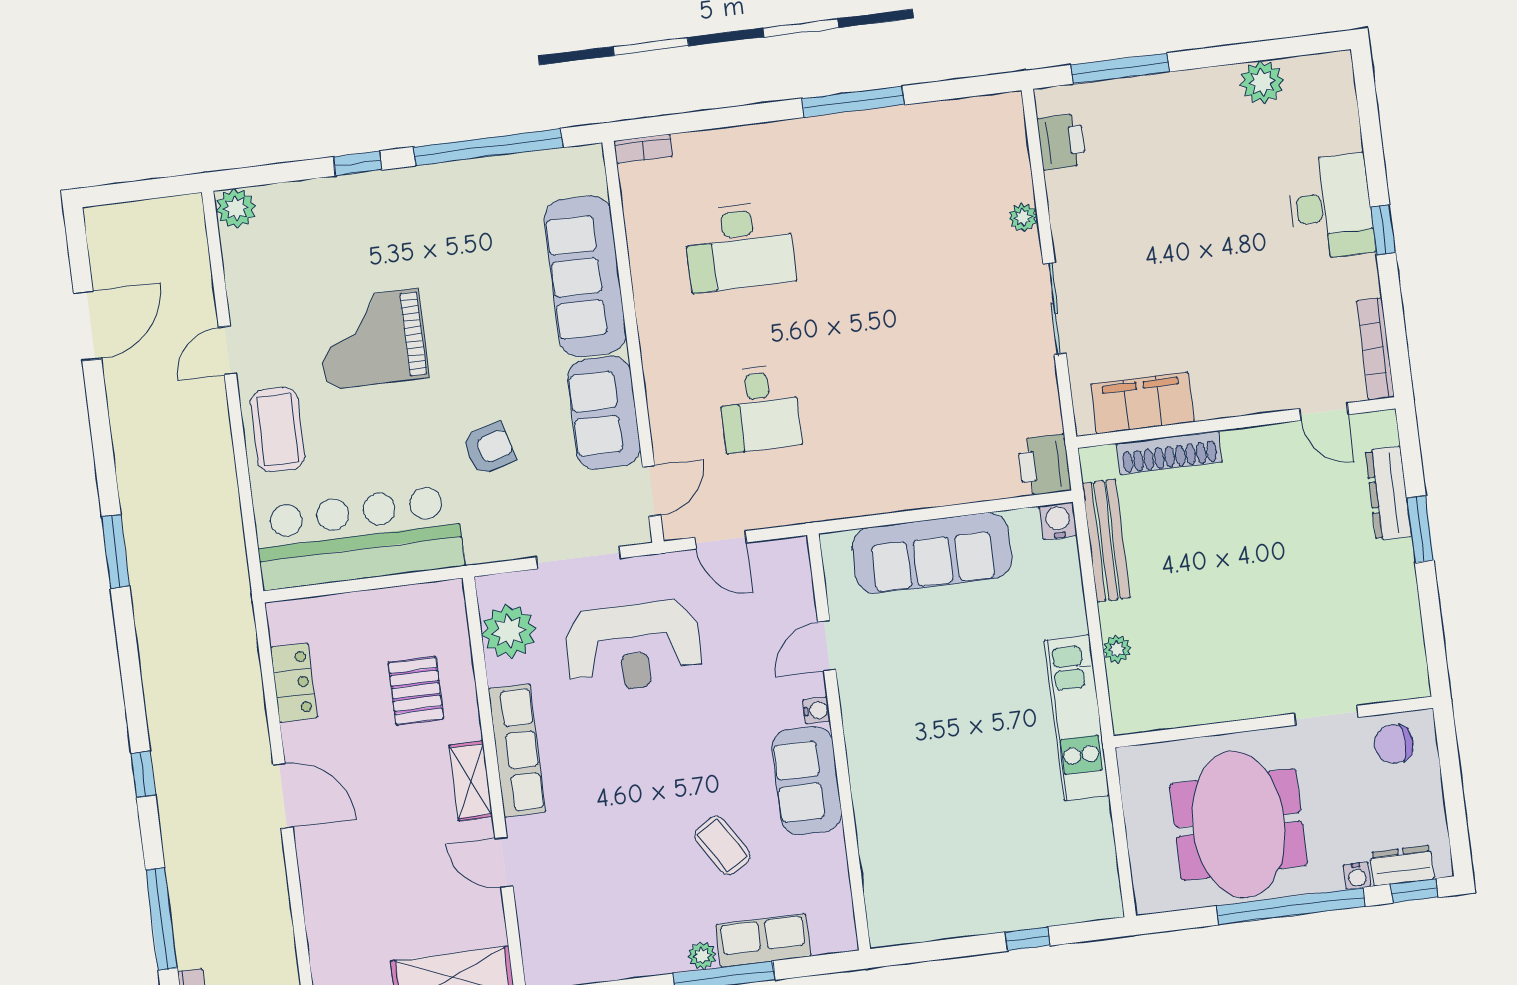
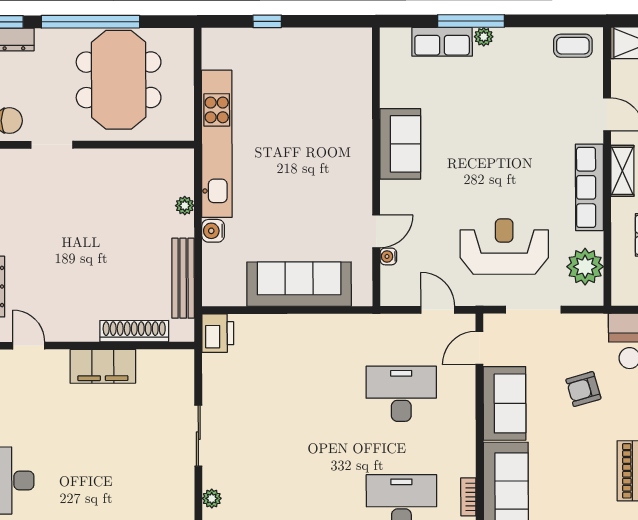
bookcase: (641, 267) -> (468, 497), added
filing cabinet: (1142, 403) -> (103, 366), moved
desk: (760, 408) -> (401, 394), width x1.37
water cooler: (1058, 521) -> (213, 231), moved, turned 90
water cooler: (816, 710) -> (388, 256), moved
kitchen unit: (1077, 718) -> (217, 144), width x1.36
coffee table: (722, 846) -> (573, 46), moved, turned -58
water cooler: (1357, 876) -> (44, 36), removed

